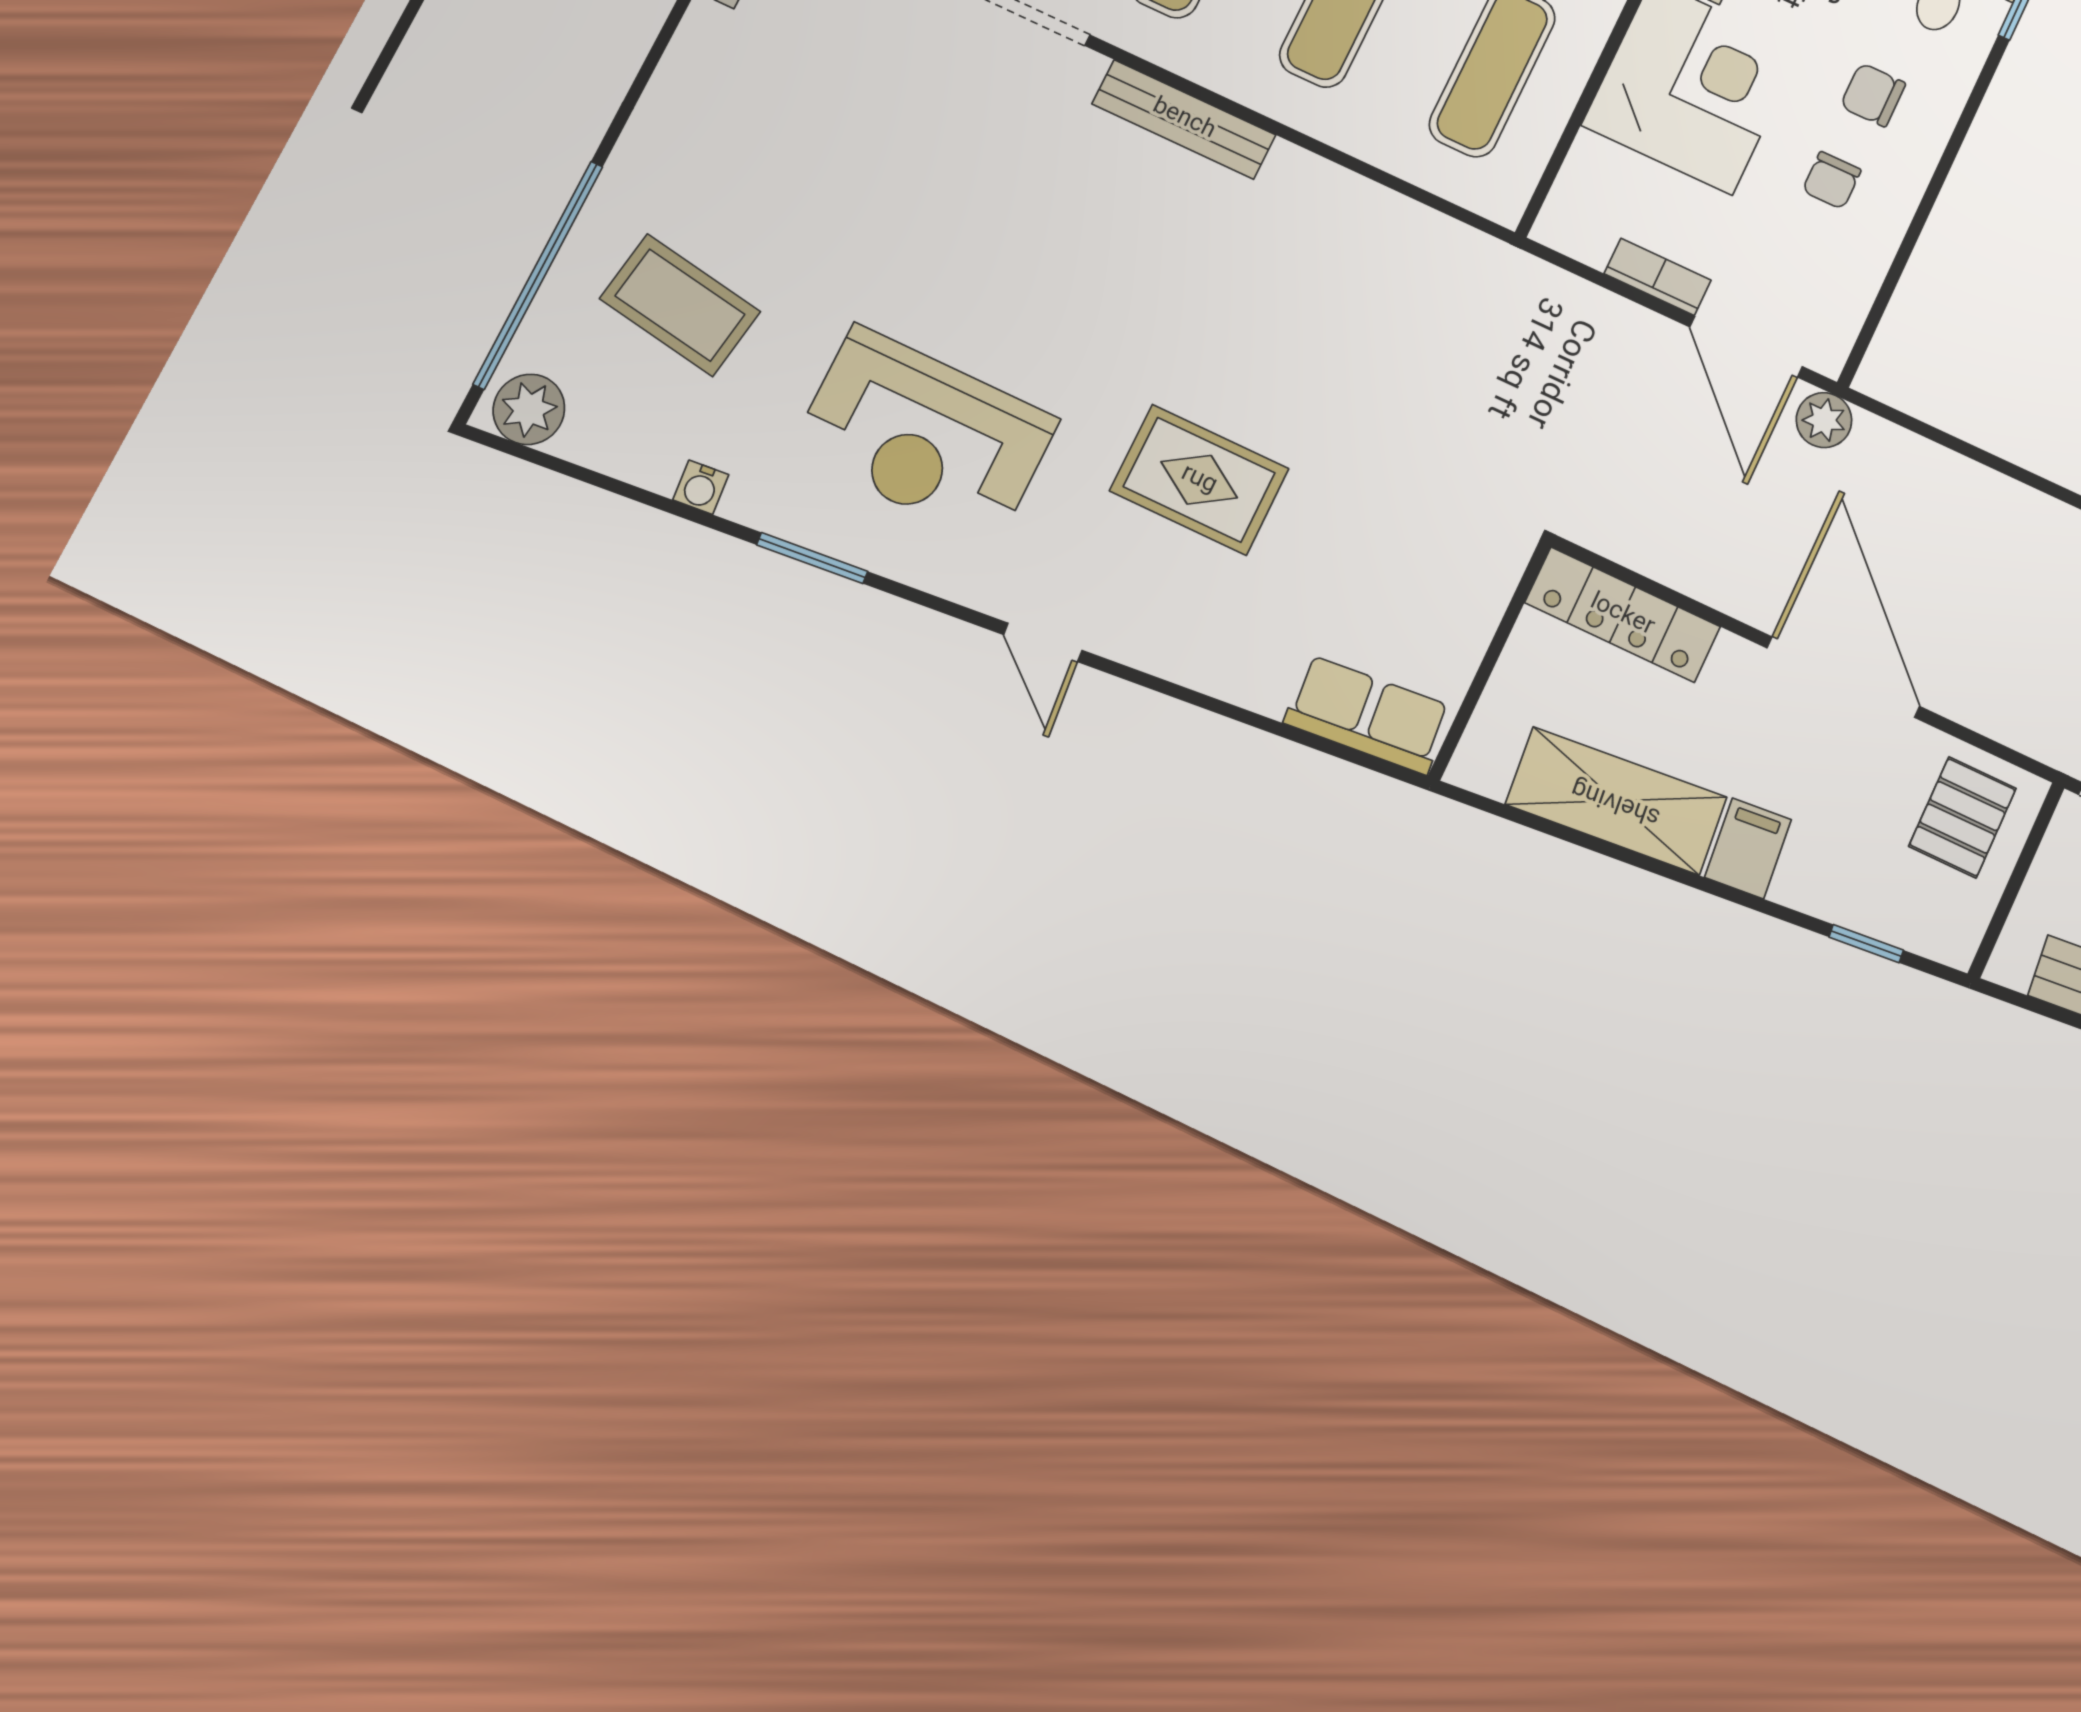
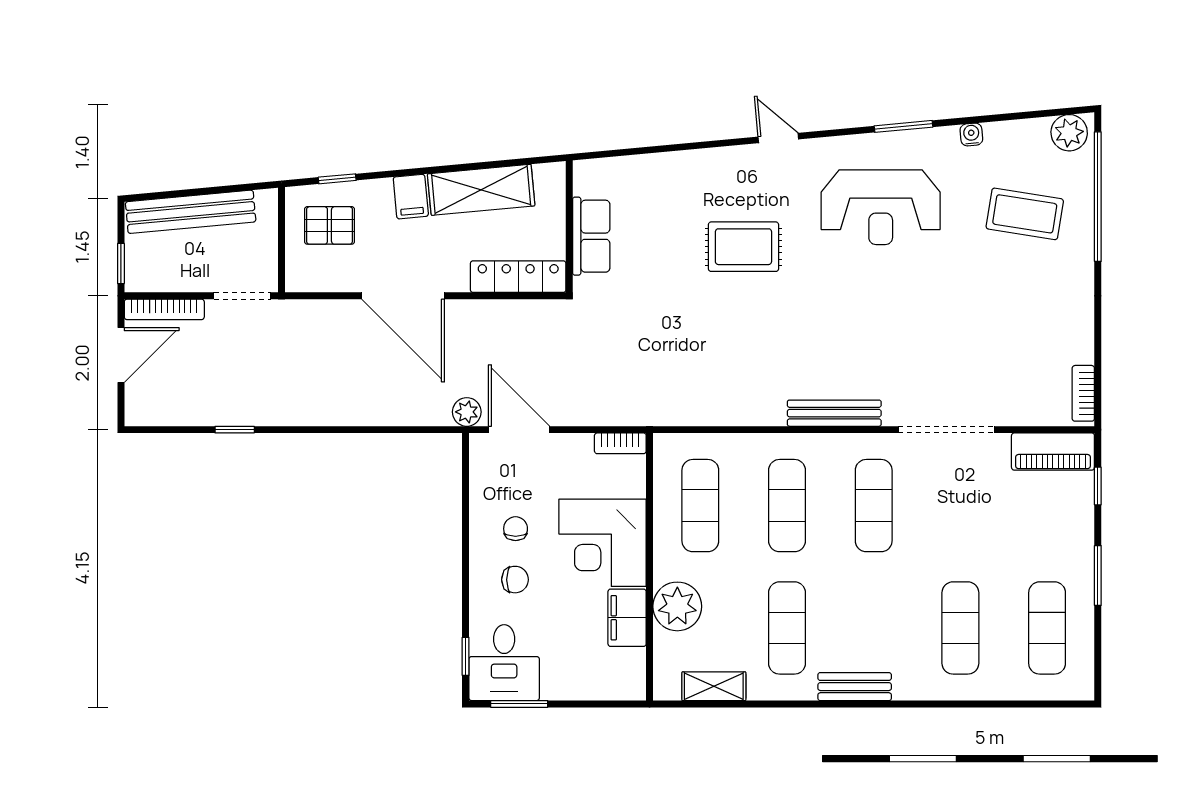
bookcase: (1658, 277) -> (620, 443), moved
reception desk: (924, 435) -> (881, 207), turned 180
row of seats: (1368, 715) -> (591, 236), moved, turned -85
pallet: (1962, 817) -> (329, 225), moved, turned 90

